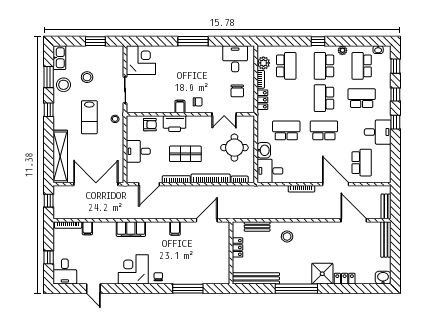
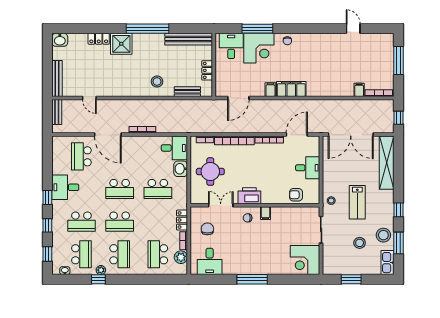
window: (318, 41) -> (98, 279), moved
school desk: (324, 98) -> (120, 222), turned 90
lab bench: (89, 117) -> (357, 202), turned 180
printer: (175, 124) -> (249, 196), moved
shop shelf: (185, 154) -> (260, 165), removed
door: (354, 220) -> (89, 98), width x0.53
filing cabinet: (131, 229) -> (291, 89), moved
window: (49, 257) -> (398, 60), width x2.17
corner desk: (133, 269) -> (259, 48), moved
desk: (65, 272) -> (231, 46), moved

